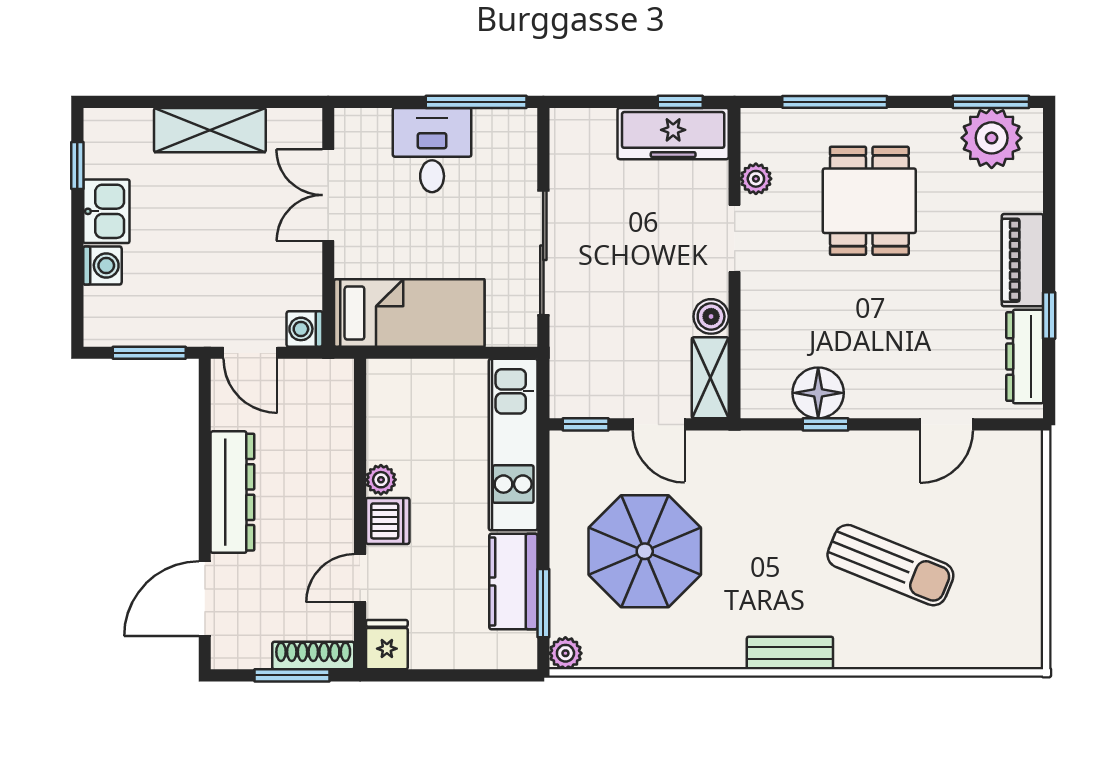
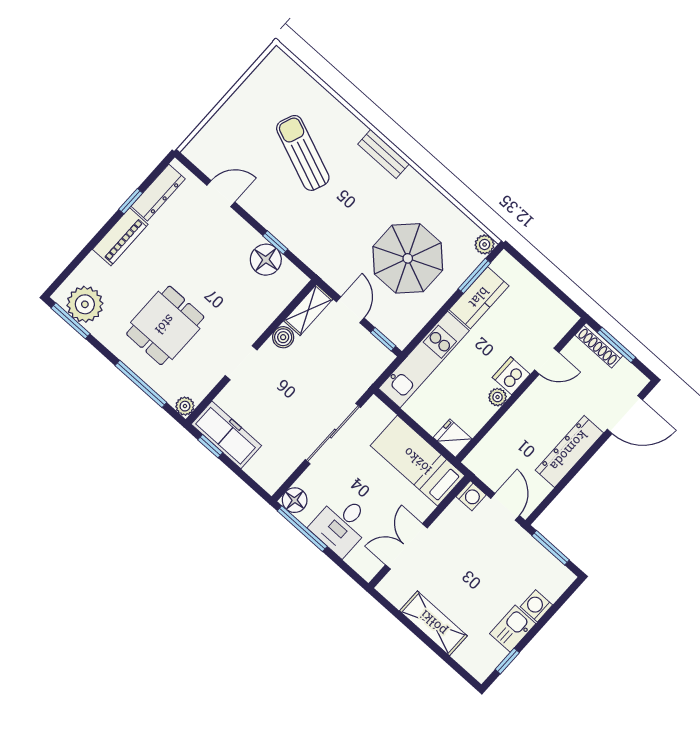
floor lamp: (517, 129) -> (295, 500), added
plant: (756, 179) -> (185, 406), moved
double door: (328, 195) -> (406, 546), swing flipped
fridge: (387, 645) -> (453, 438), moved, turned 90

